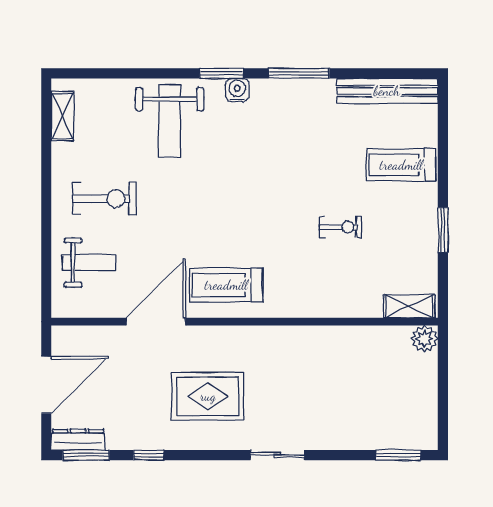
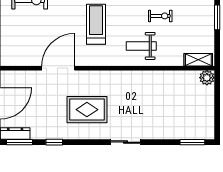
weight bench: (89, 263) -> (141, 46), moved, turned 180
treadmill: (226, 285) -> (96, 24), moved, turned 90

